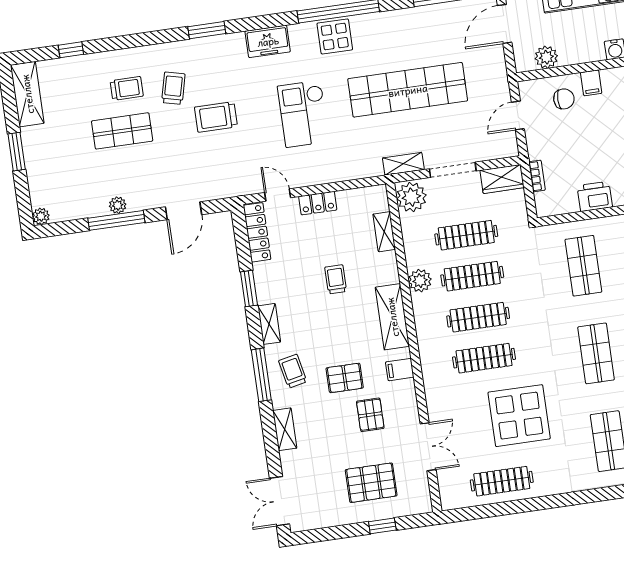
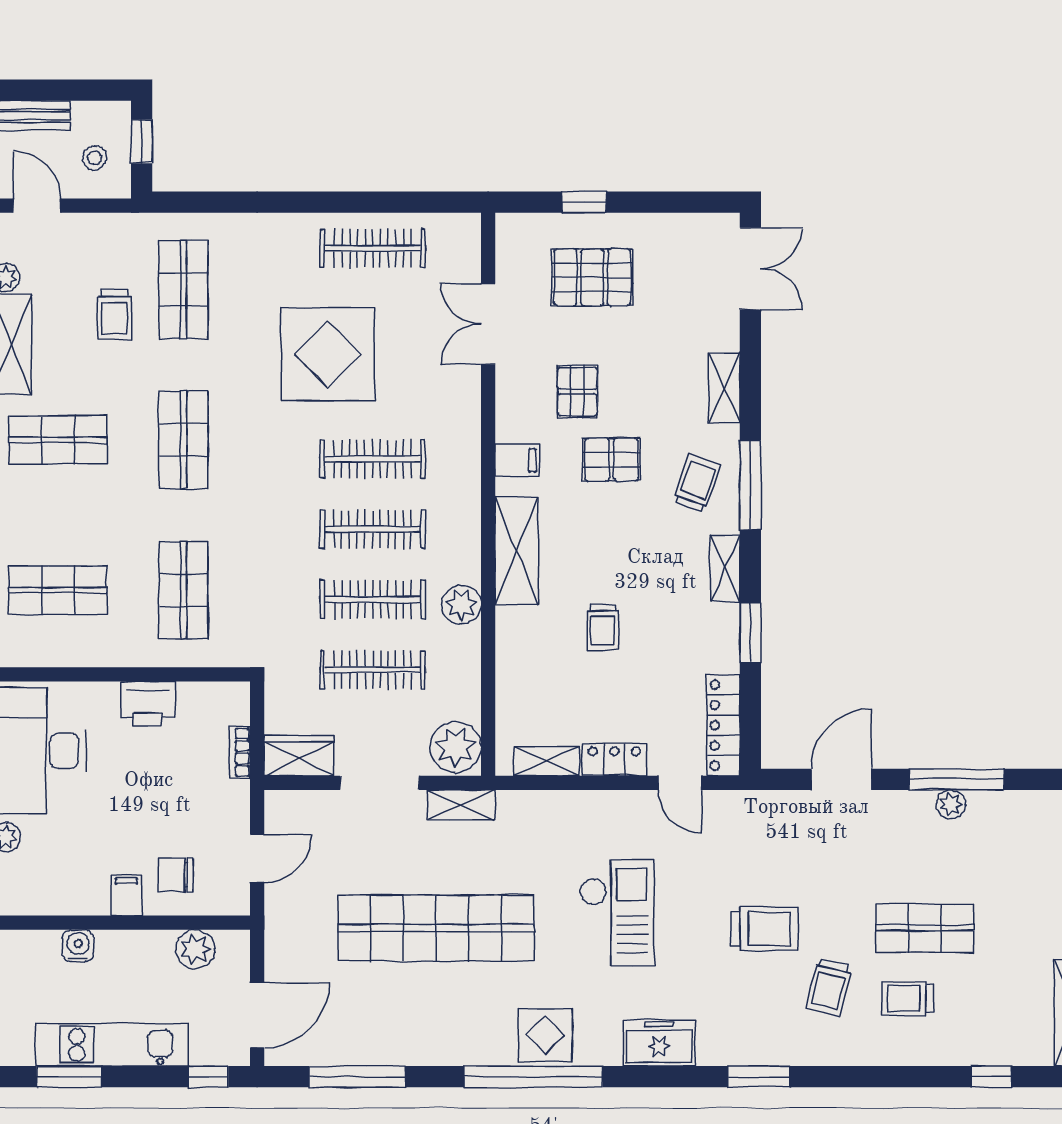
shelving: (384, 232) -> (547, 761), moved, turned 90
trolley: (293, 371) -> (697, 483), turned -148

